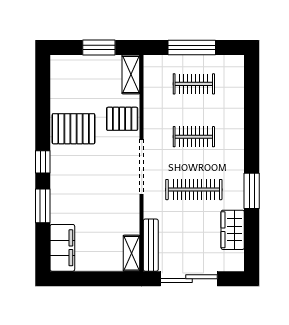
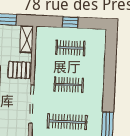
window: (192, 47) -> (70, 22), width x0.46

